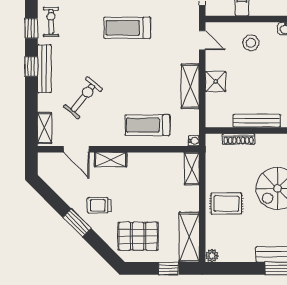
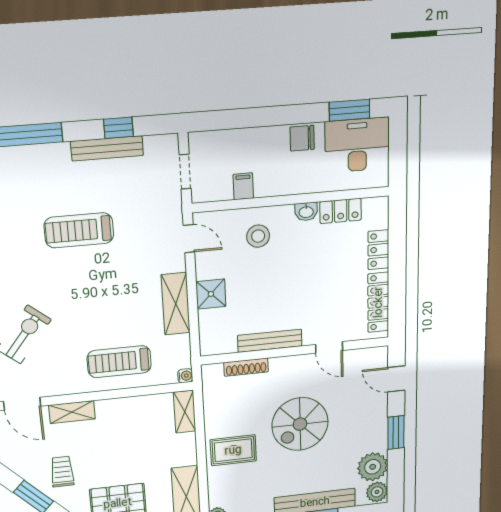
trolley: (99, 205) -> (62, 472), turned 90

